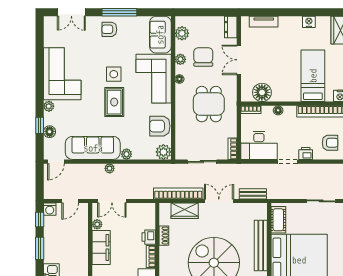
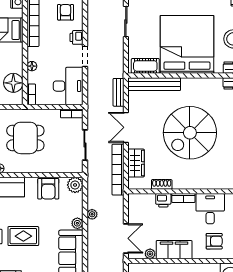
plant: (110, 168) -> (92, 214), moved
bench: (261, 246) -> (154, 84), moved

